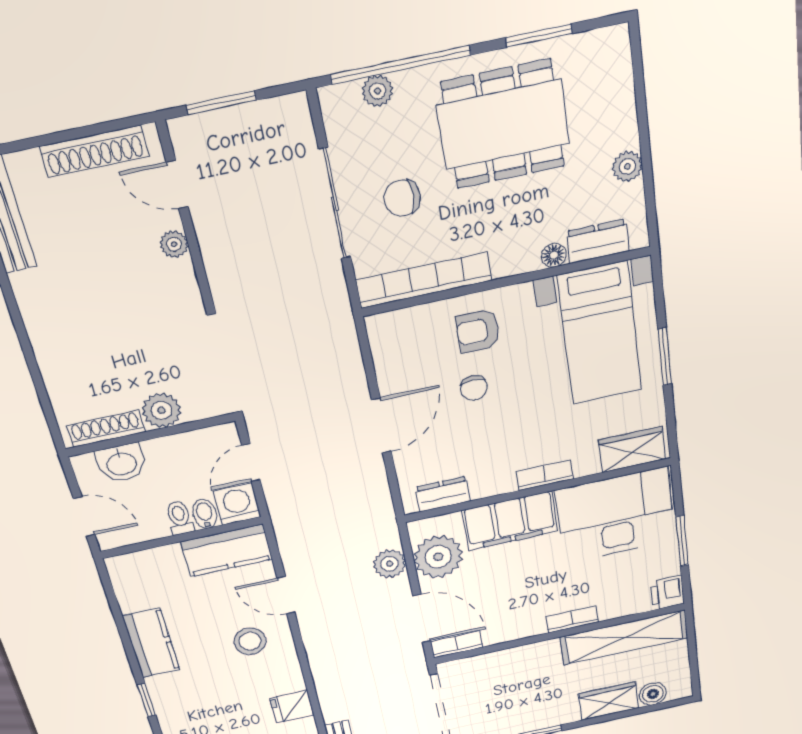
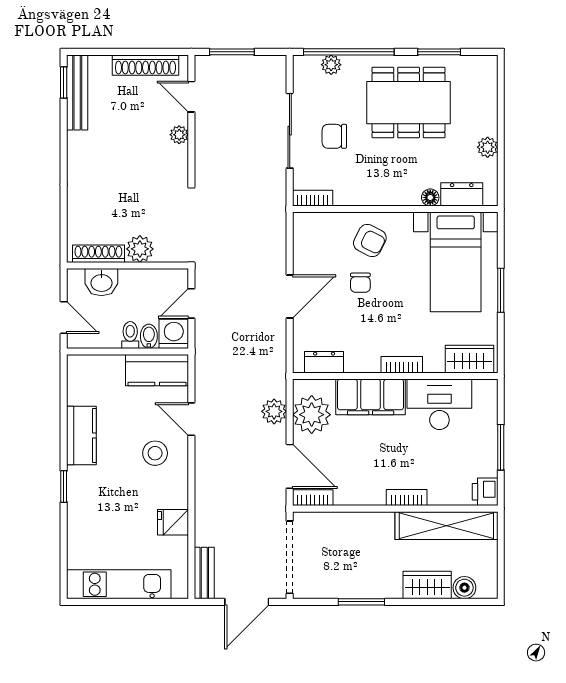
bookcase: (424, 280) -> (313, 198), width x0.43, depth x0.76
armchair: (478, 331) -> (370, 241), turned -153
desk: (615, 515) -> (439, 404), width x0.73, depth x0.77

